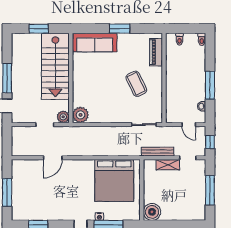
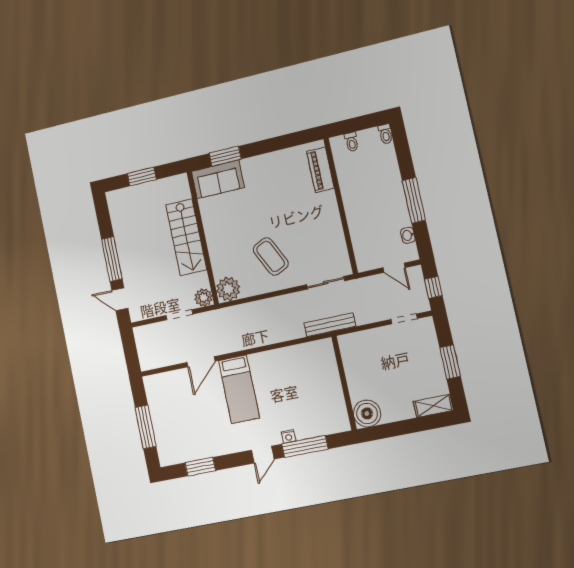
window: (120, 29) -> (225, 156), moved
sofa: (95, 42) -> (218, 179), width x0.73
stairs: (55, 66) -> (186, 237), width x0.73, depth x0.66
coffee table: (136, 84) -> (271, 256), moved
bench: (158, 152) -> (330, 325), moved
shelving: (168, 165) -> (433, 406), moved
bed: (114, 180) -> (239, 389), moved, width x0.49
window: (210, 190) -> (450, 362), width x0.69

